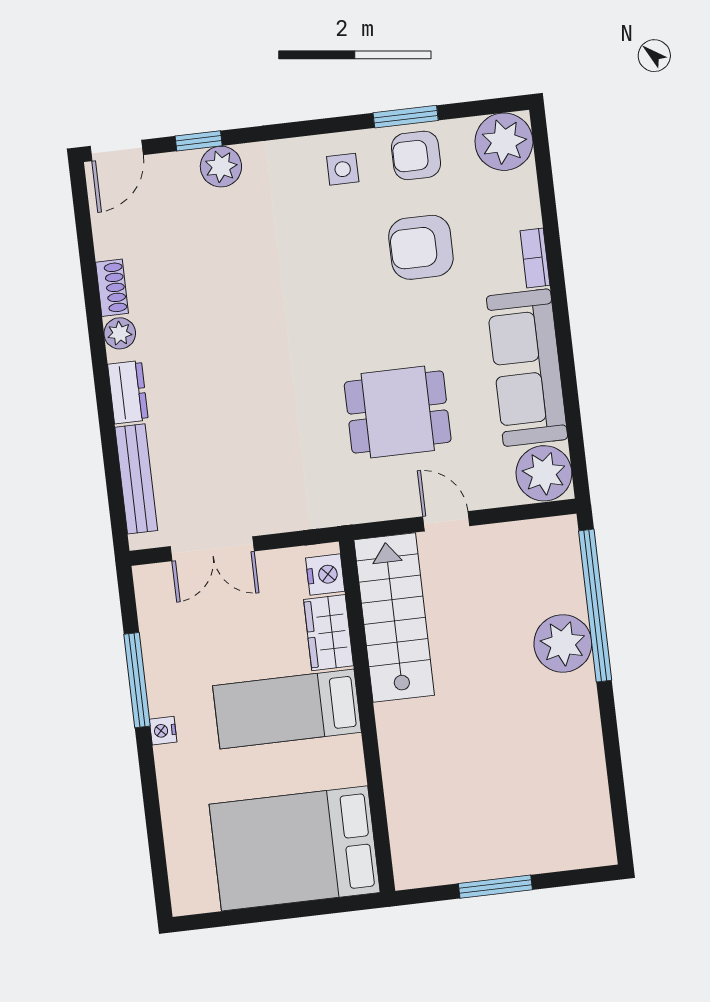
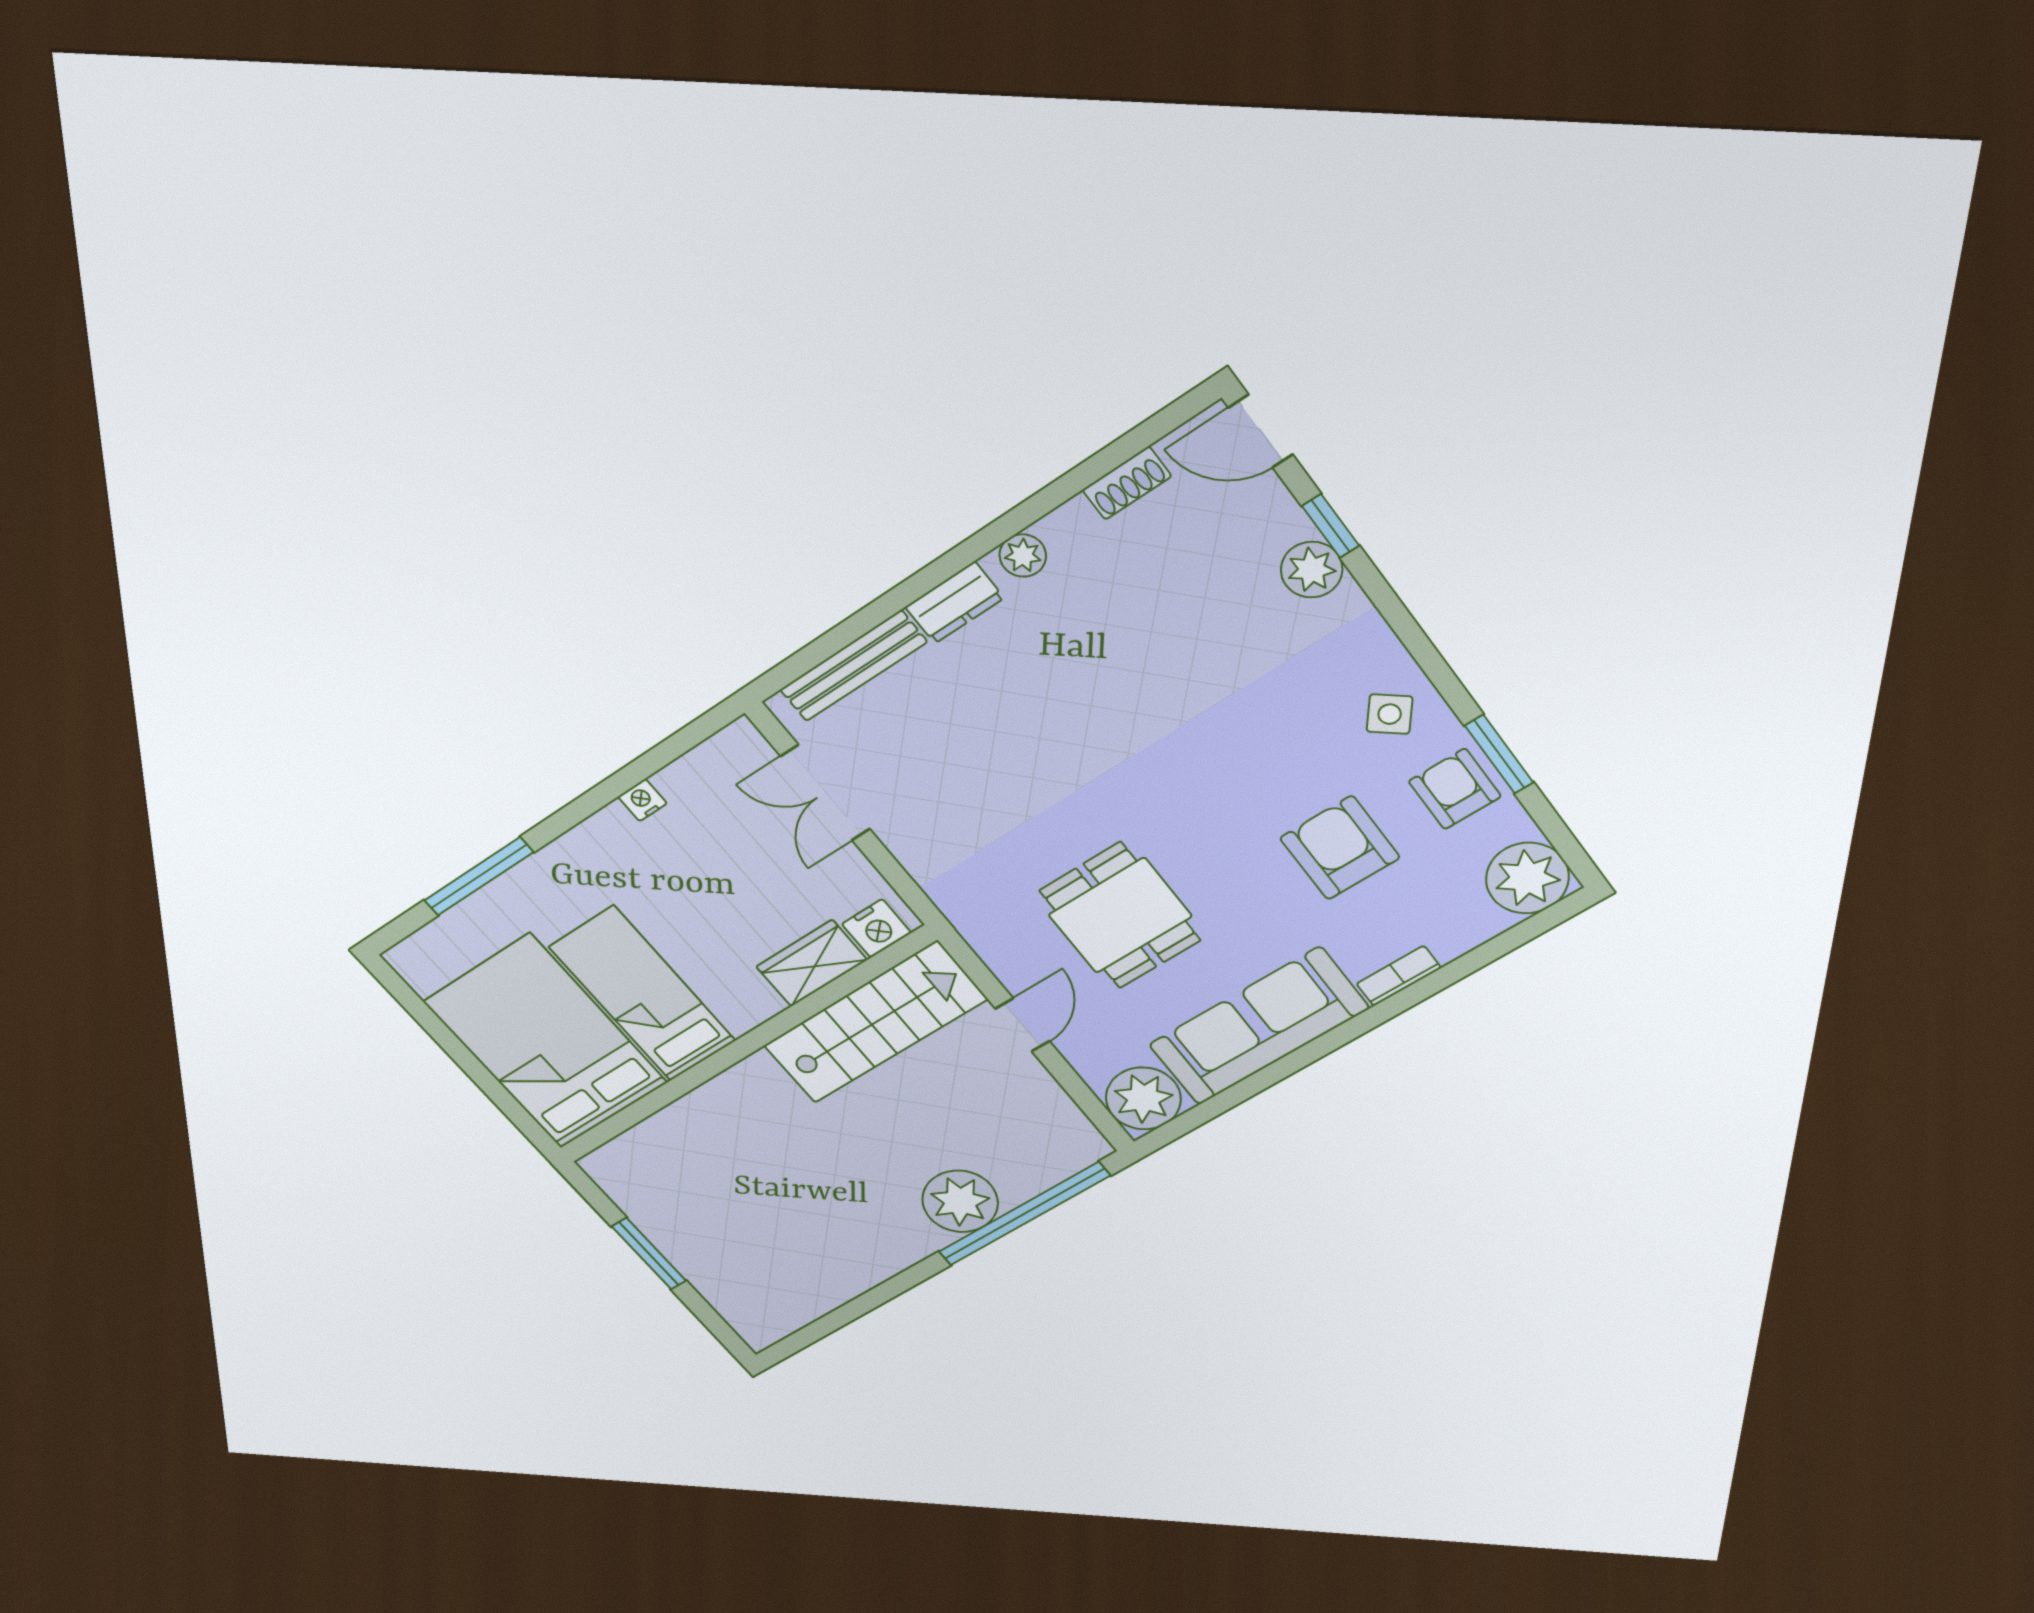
side table: (343, 169) -> (1390, 714), turned 38
shoe rack: (112, 288) -> (1127, 483), moved
window: (137, 680) -> (479, 876), moved
bed: (287, 709) -> (643, 994), moved
nightstand: (163, 731) -> (642, 800), moved

